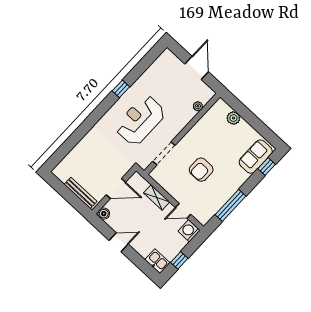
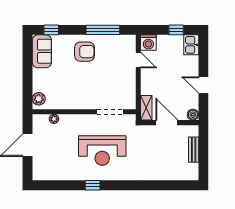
plant: (233, 118) -> (39, 99), moved
sofa: (256, 157) -> (42, 51), moved, turned -90
armchair: (201, 170) -> (85, 52), moved
bench: (81, 193) -> (194, 150), width x0.73
shelving: (157, 197) -> (146, 108), moved

